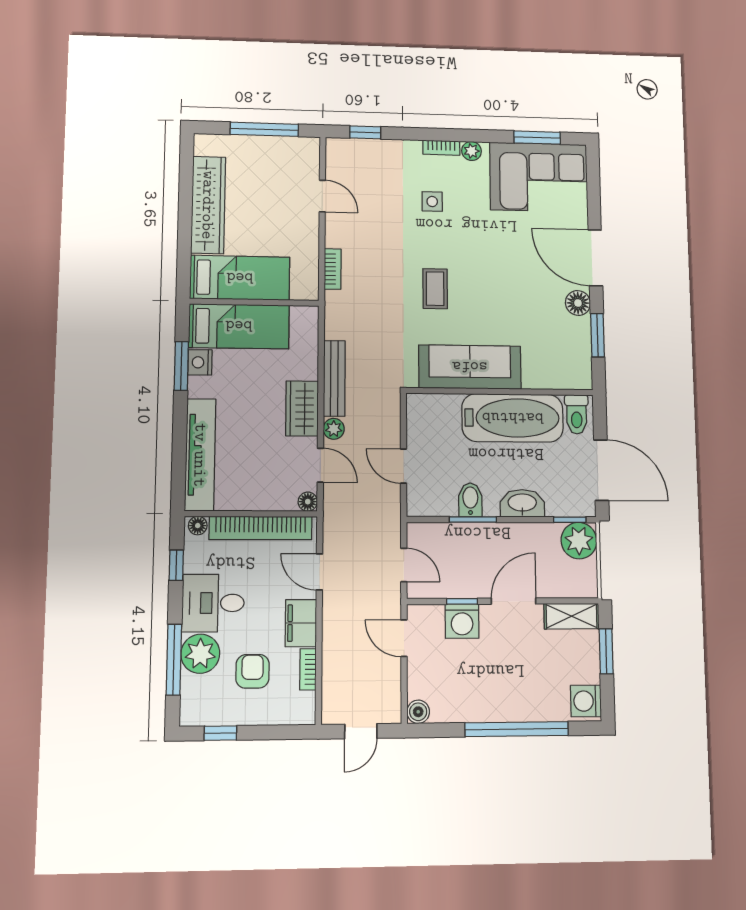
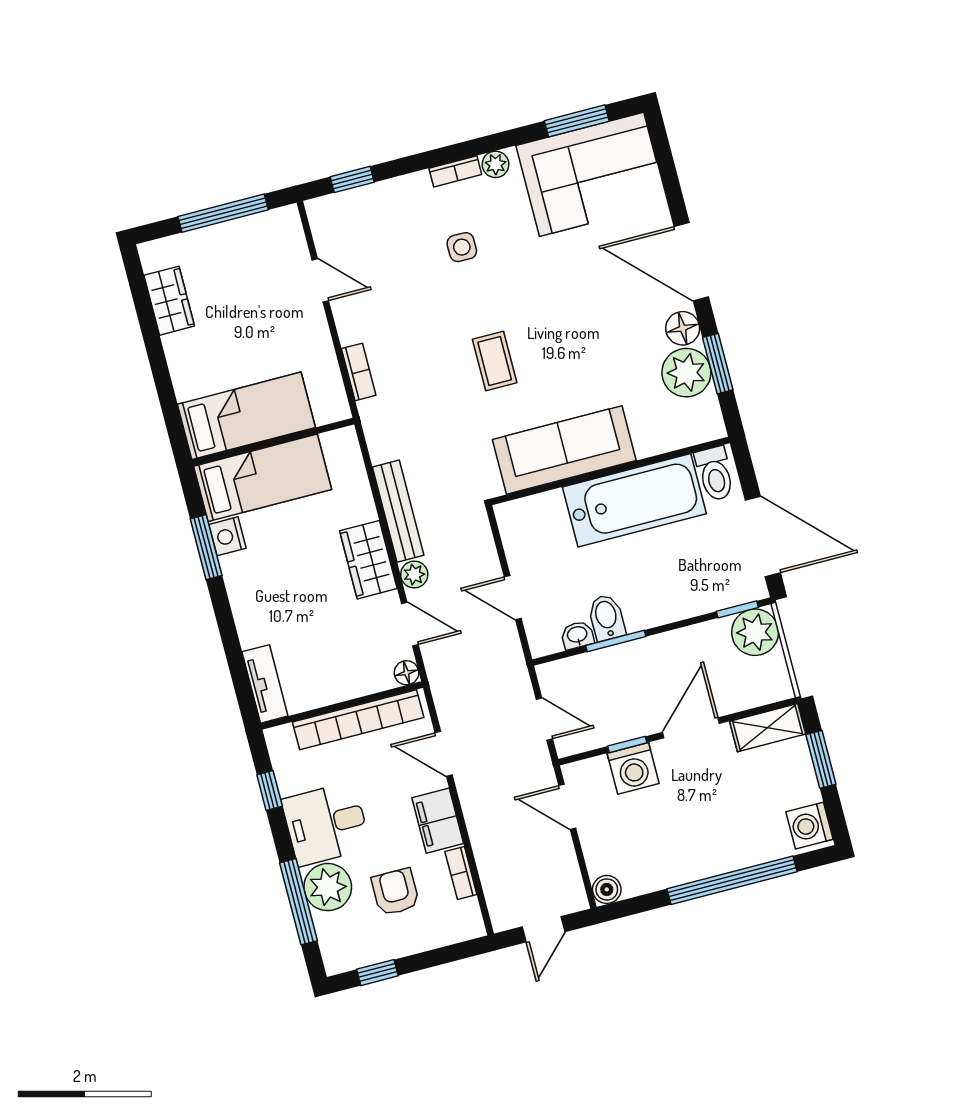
wardrobe: (208, 205) -> (169, 301), width x0.48, depth x0.85
plant: (573, 335) -> (686, 373), added
tv unit: (200, 455) -> (265, 684), width x0.52, depth x0.78
washbasin: (522, 503) -> (577, 635), moved, width x0.52, depth x0.69
floor lamp: (198, 526) -> (282, 737), removed

